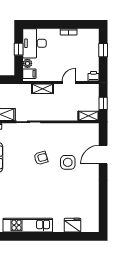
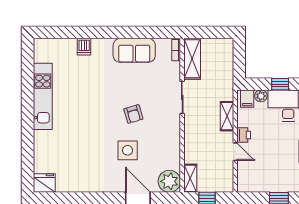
printer: (94, 76) -> (244, 135), moved
plant: (91, 131) -> (169, 181), added
fridge: (72, 225) -> (44, 183), moved, turned -90

